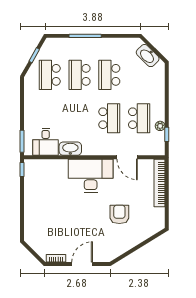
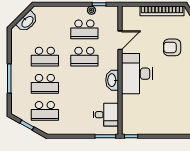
school desk: (109, 118) -> (84, 57), turned 180
school desk: (139, 118) -> (84, 29), turned 180
washbasin: (70, 149) -> (112, 80), moved
bookcase: (160, 183) -> (162, 11), moved

